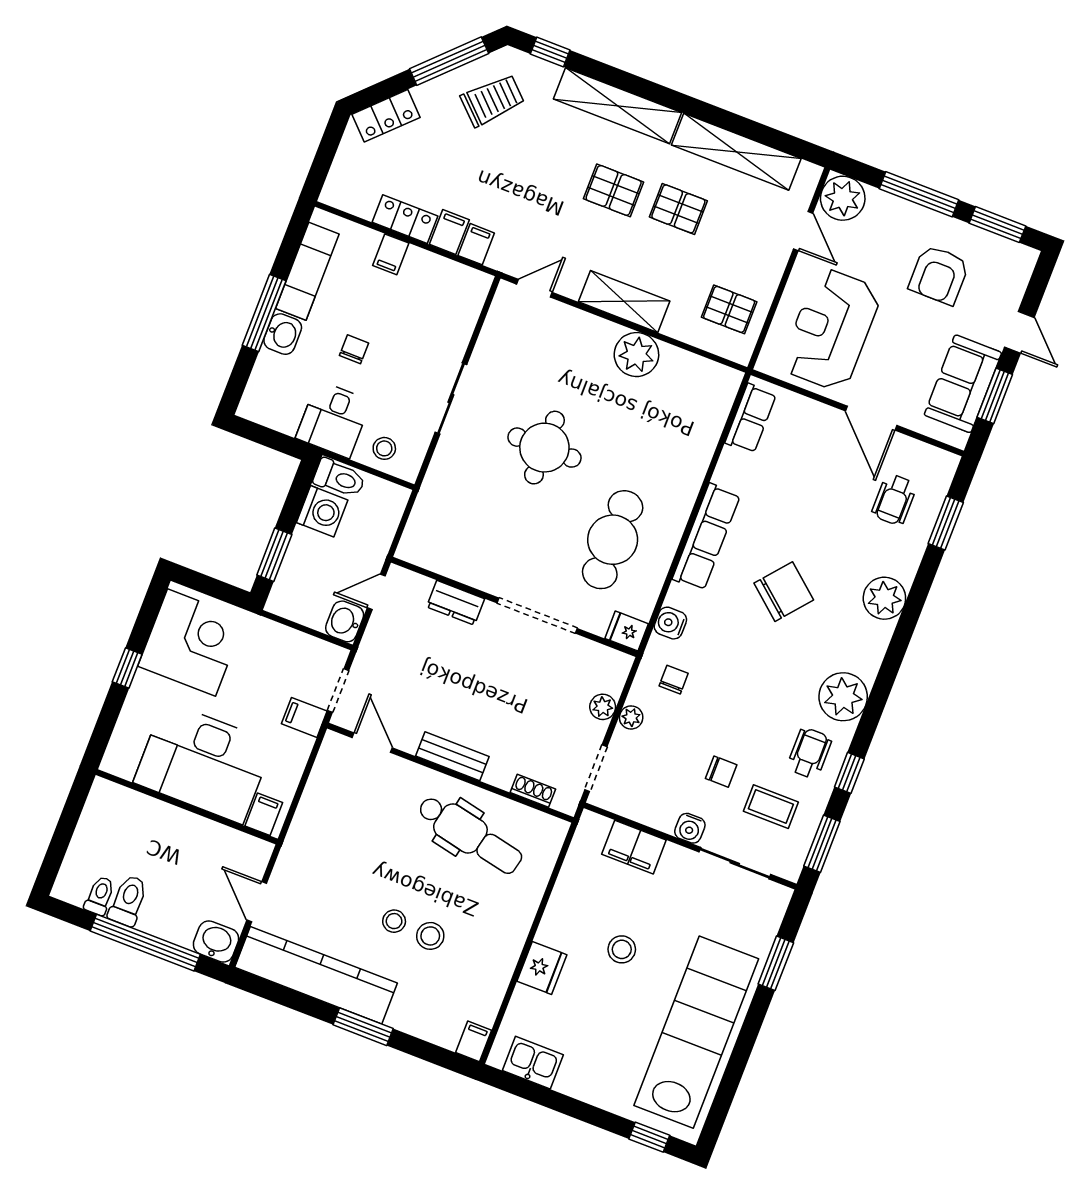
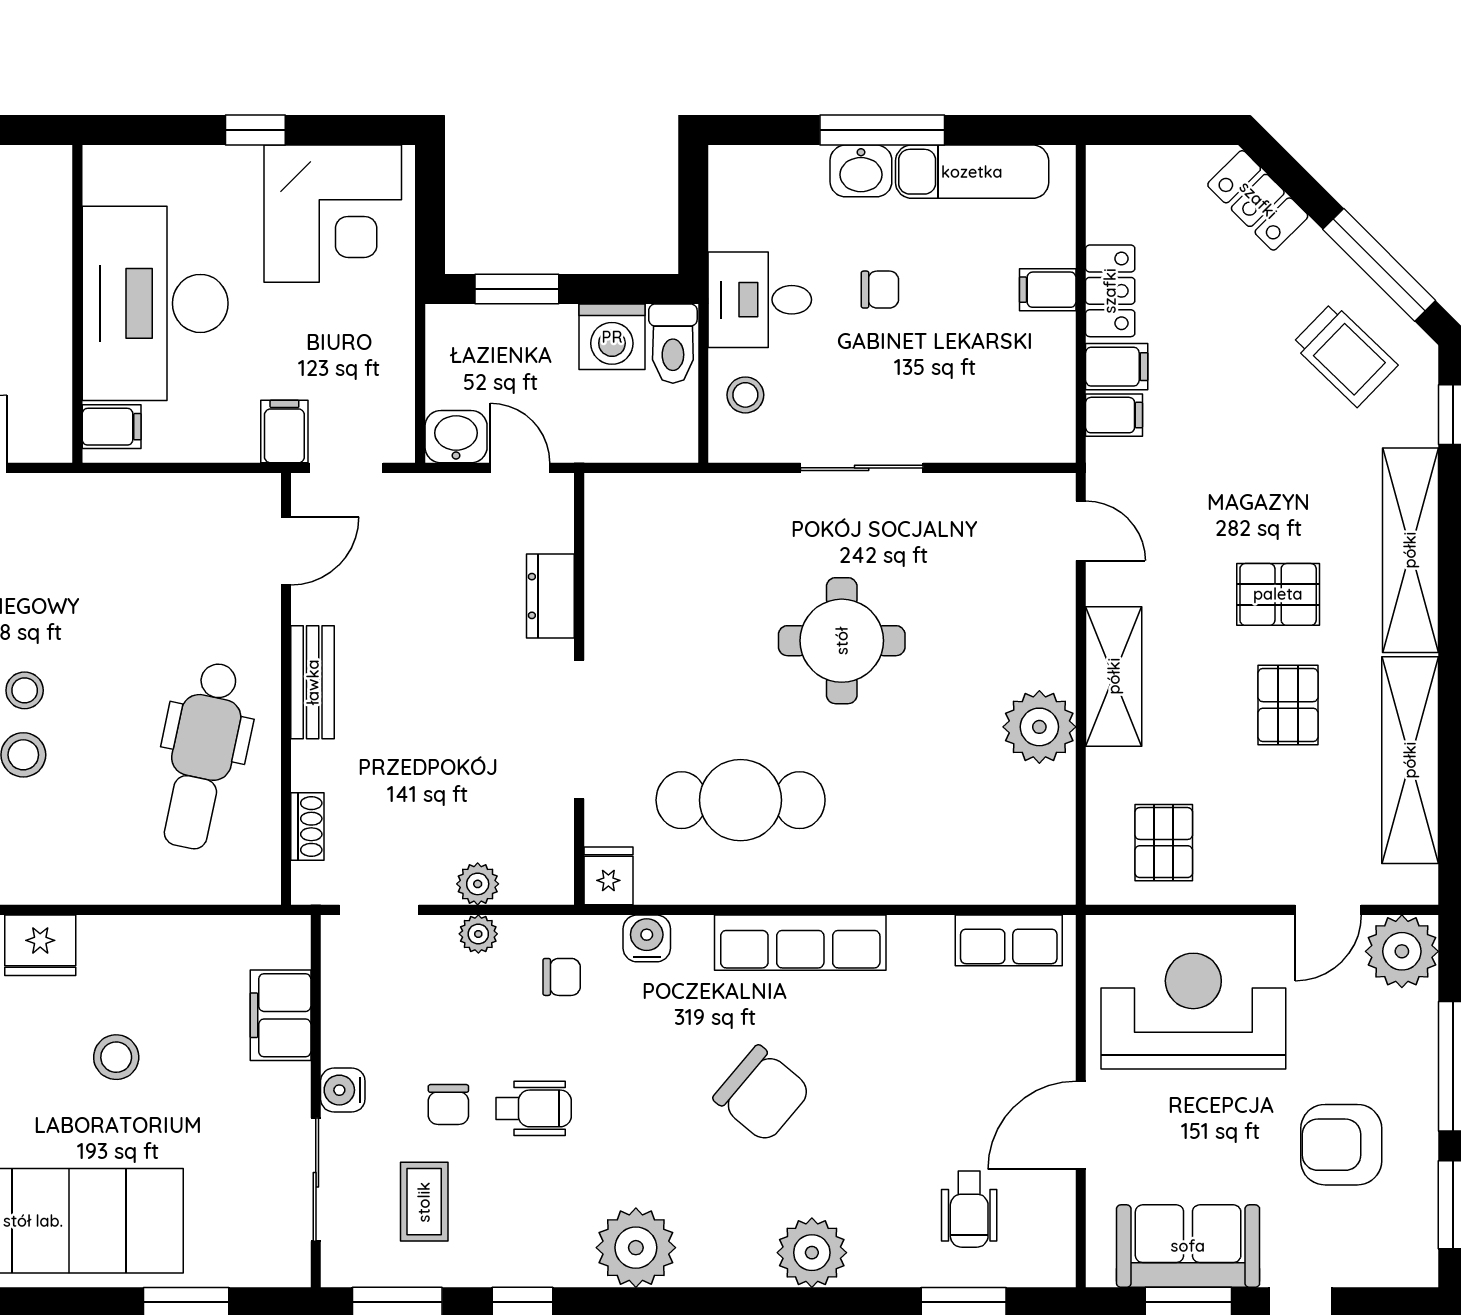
pallet: (614, 190) -> (1278, 594), turned 90
wheelchair: (894, 500) -> (969, 1209), turned -90
wheelchair: (809, 753) -> (534, 1108), moved

